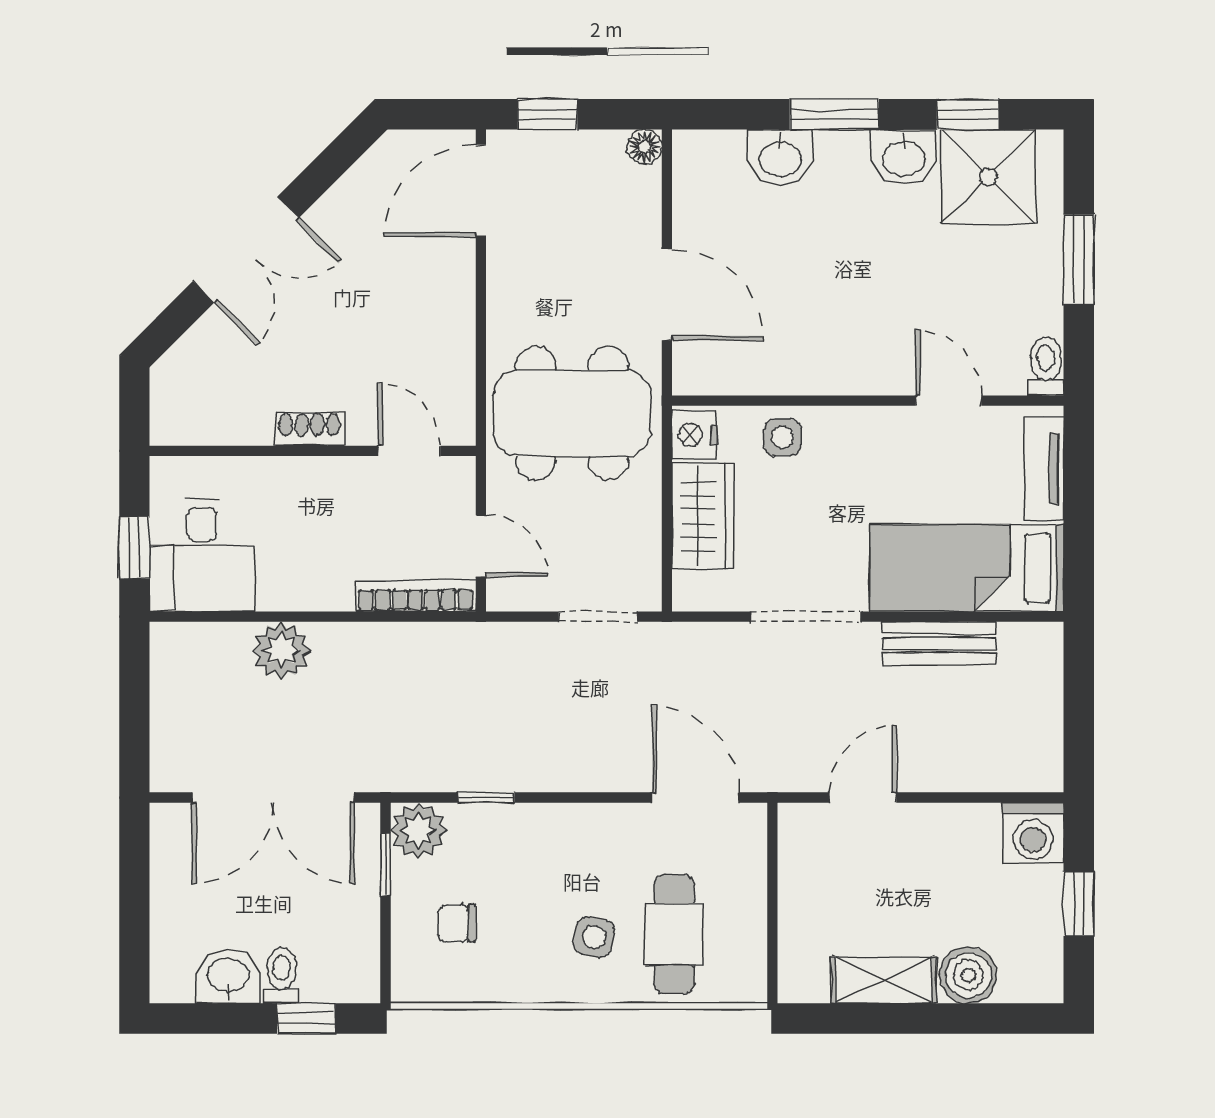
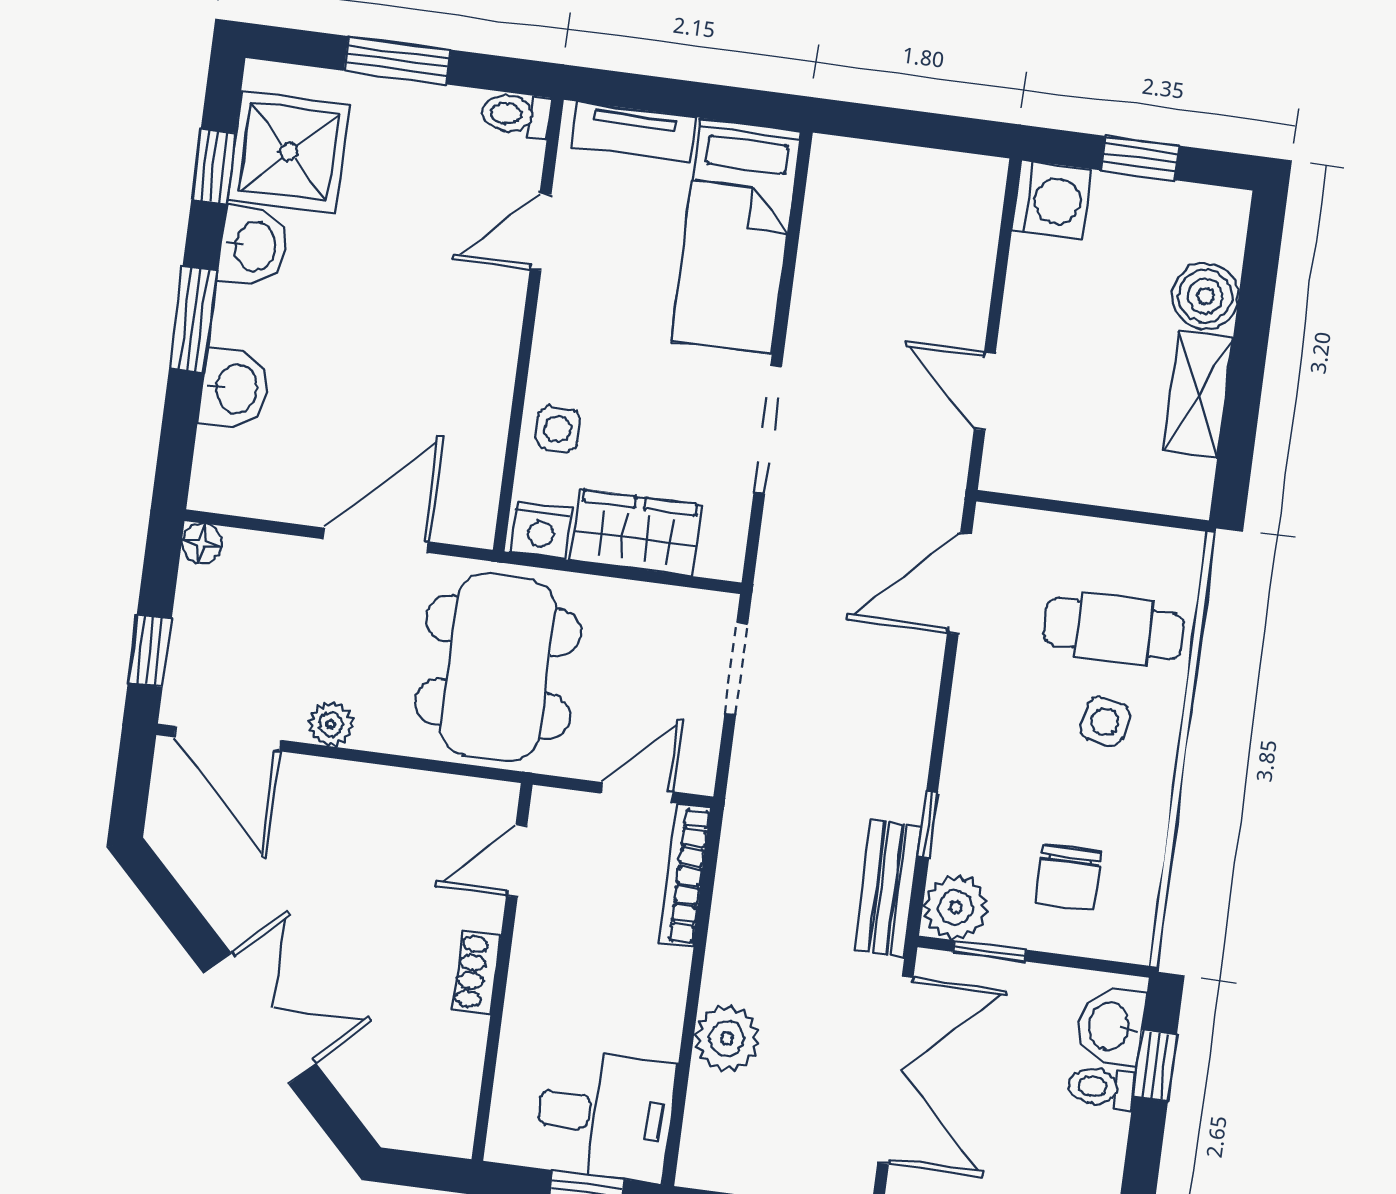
plant: (505, 277) -> (331, 724), added
bench: (939, 643) -> (888, 888), moved
chair: (457, 923) -> (1068, 877), width x1.37, depth x1.37
washbasin: (228, 976) -> (1111, 1026), moved

